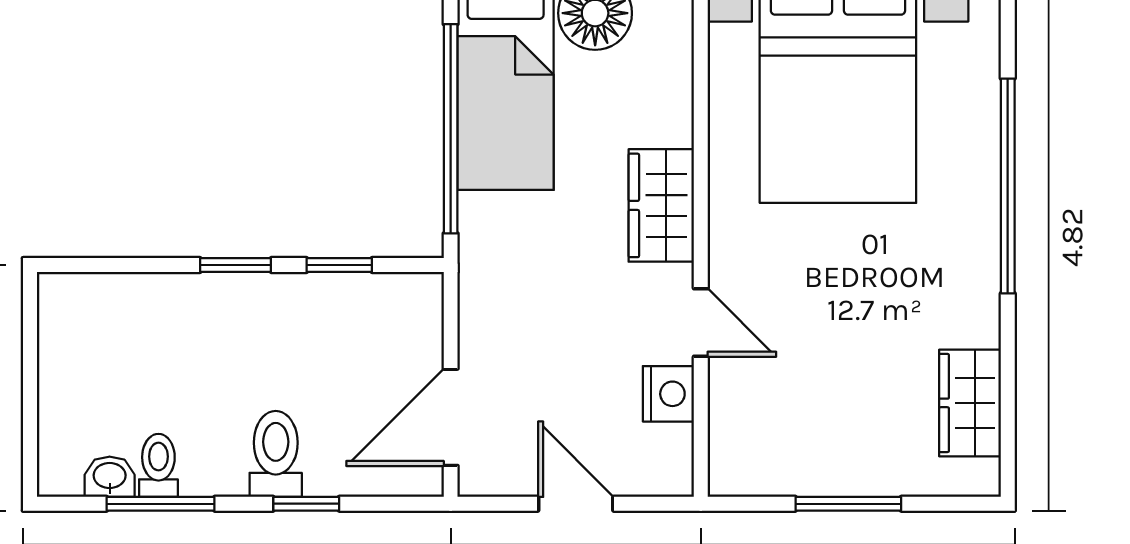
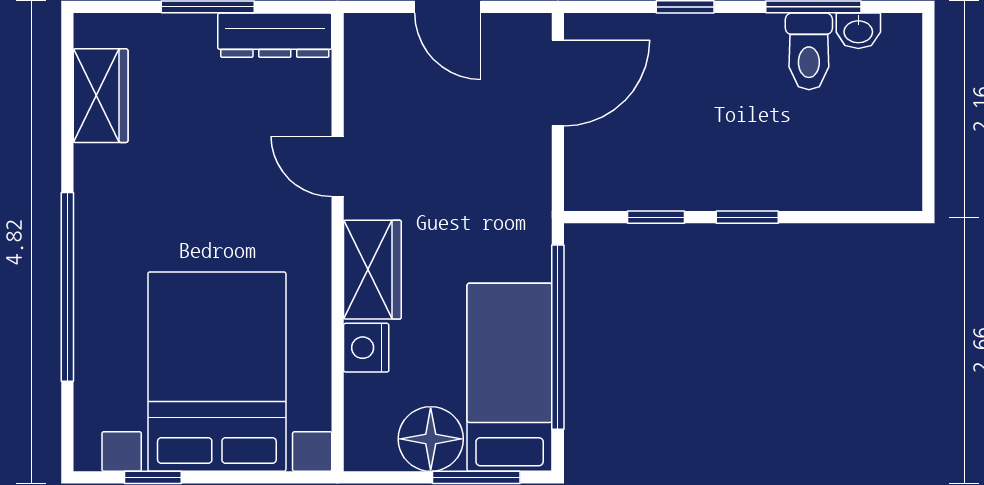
nightstand: (668, 394) -> (366, 348), moved
toilet: (276, 454) -> (712, 51), removed
toilet: (158, 465) -> (809, 51), width x1.37, depth x1.39
dresser: (772, 472) -> (275, 35), added

